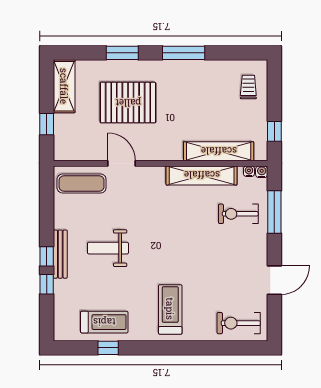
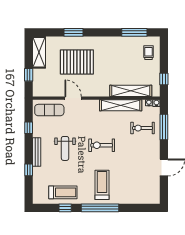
window: (184, 53) -> (134, 32), moved
weight bench: (108, 248) -> (65, 148), turned -90
window: (47, 256) -> (29, 128), moved
exercise bike: (239, 323) -> (102, 145), moved
window: (167, 348) -> (100, 208), added

